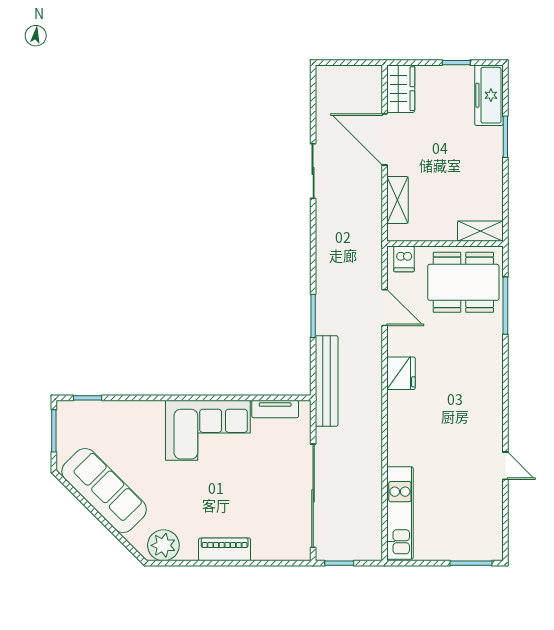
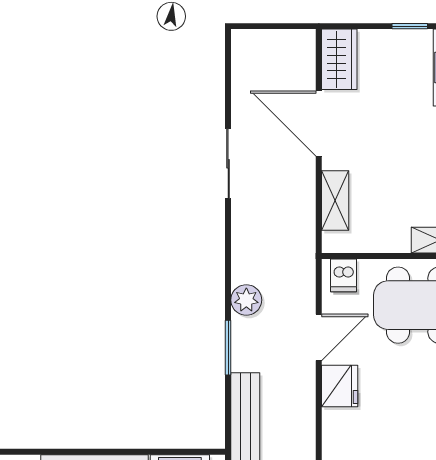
plant: (327, 278) -> (246, 300), added
door: (385, 308) -> (319, 337), hinge flipped
fridge: (401, 373) -> (340, 386), moved

